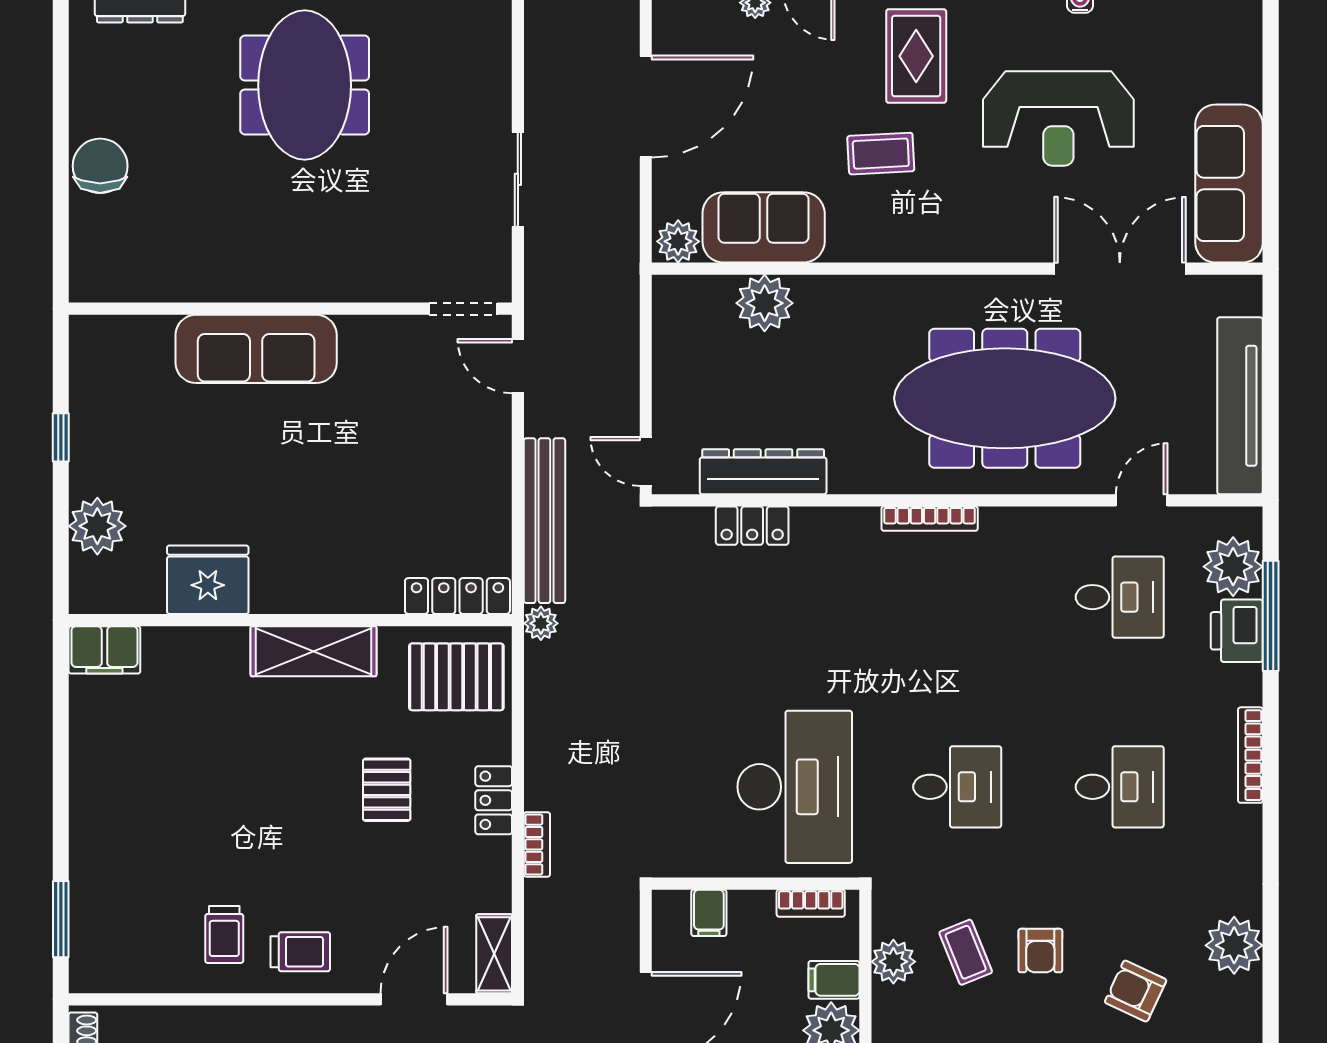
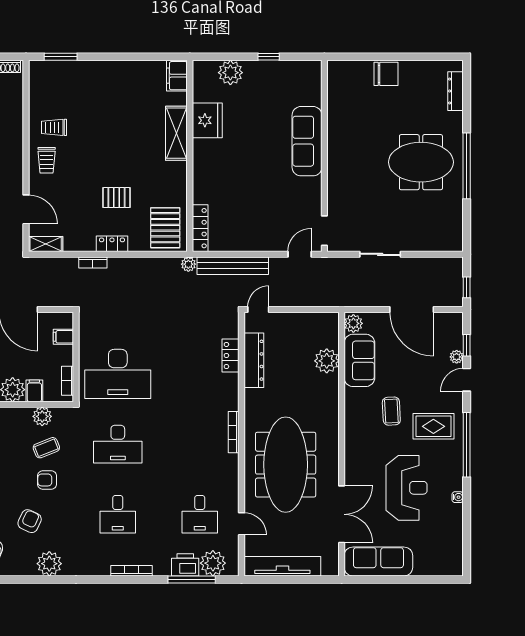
reception desk: (1058, 118) -> (407, 488), turned 180
shelving: (314, 651) -> (176, 133), moved
desk: (957, 787) -> (118, 444), width x1.37

